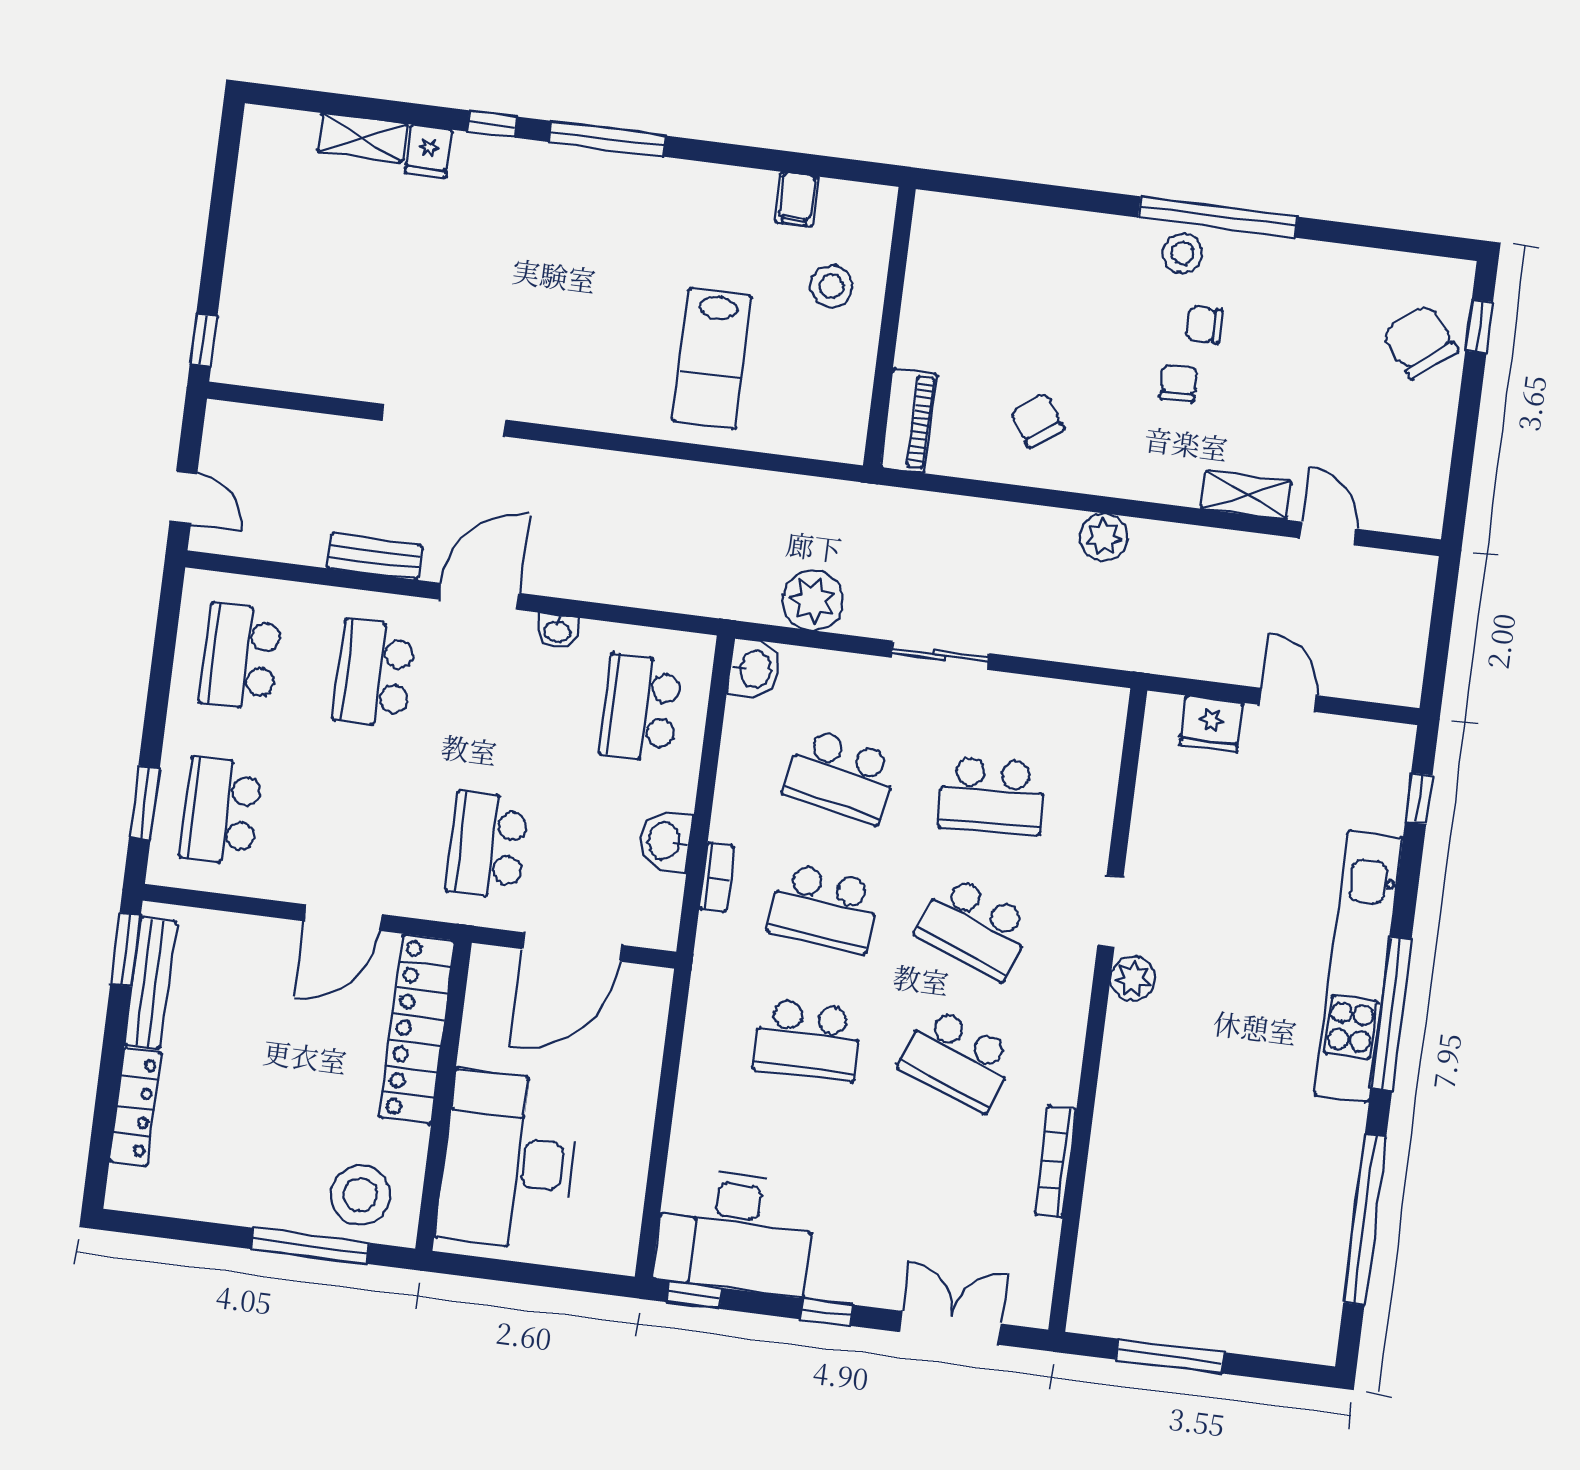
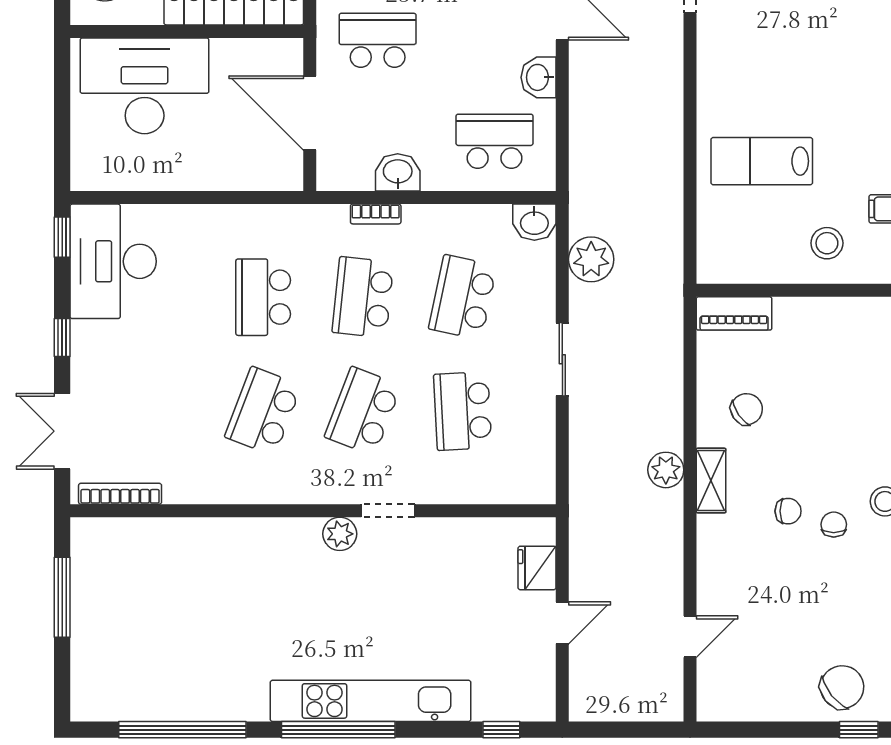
shelving: (1246, 495) -> (711, 481), moved
washbasin: (557, 631) -> (539, 77), width x1.38, depth x1.45
bookcase: (1056, 1161) -> (120, 494), moved
double door: (950, 1328) -> (62, 431), swing flipped

